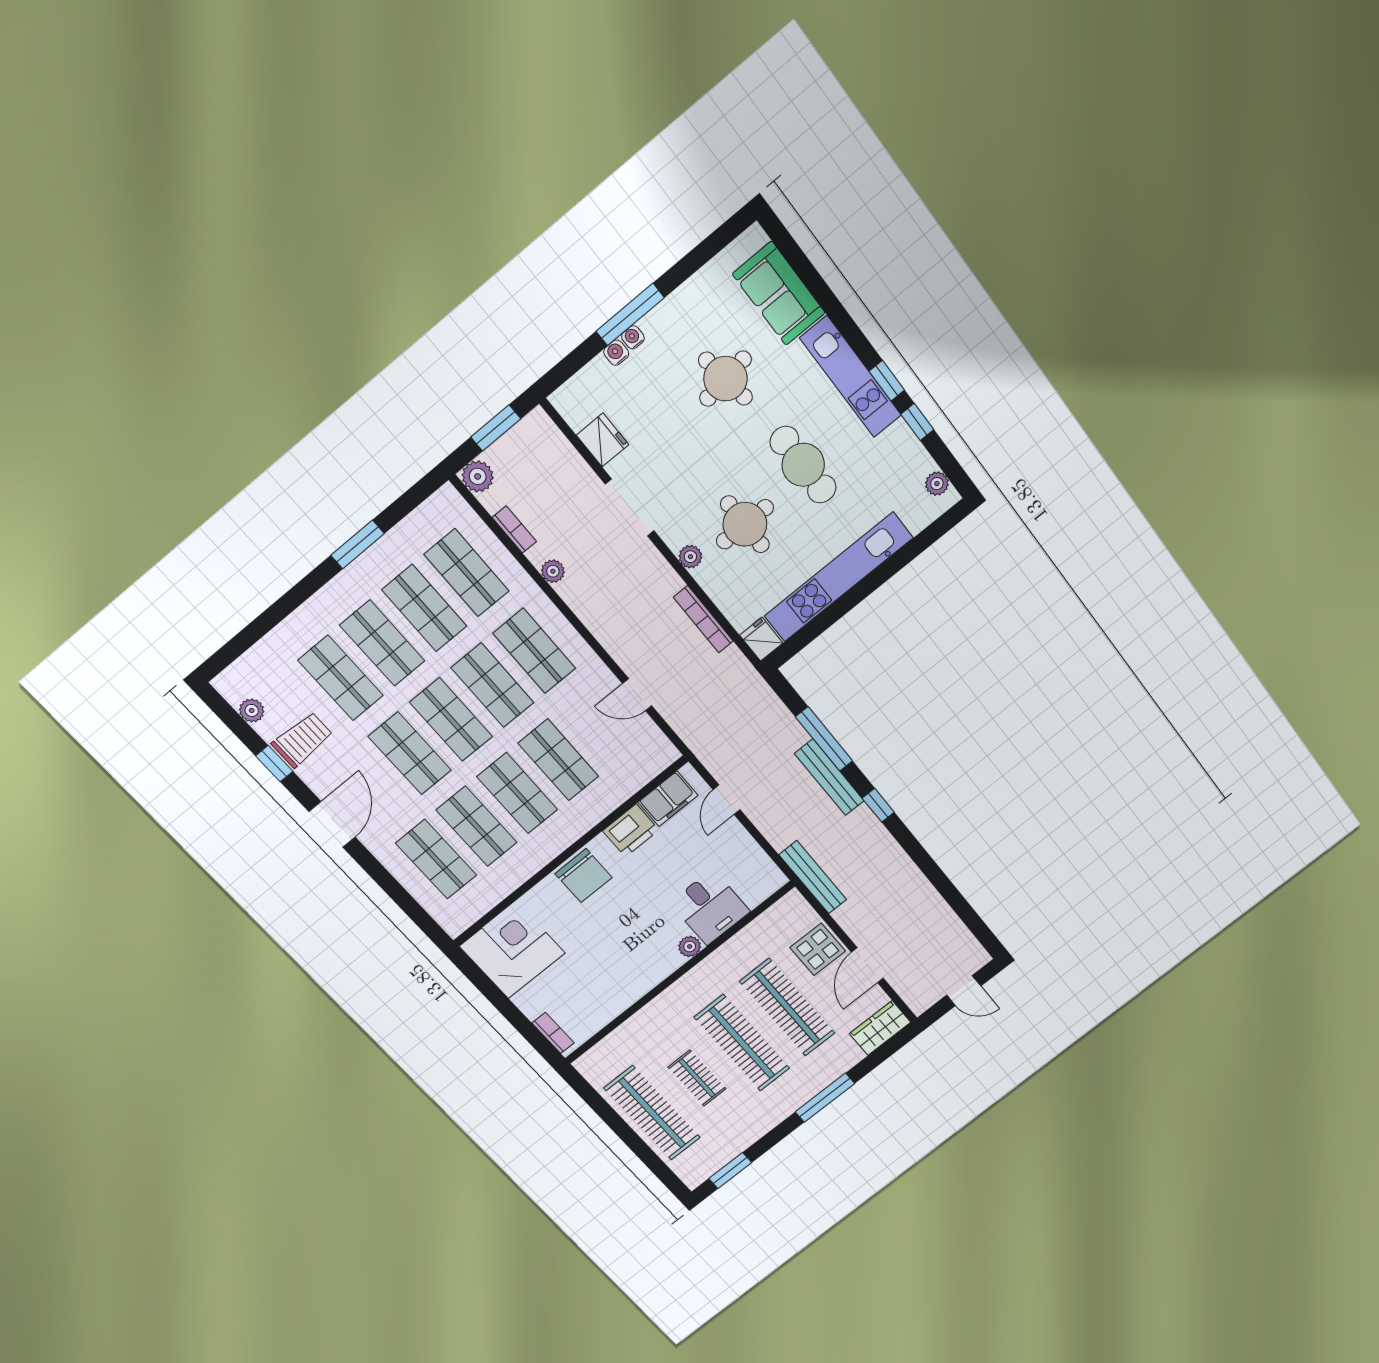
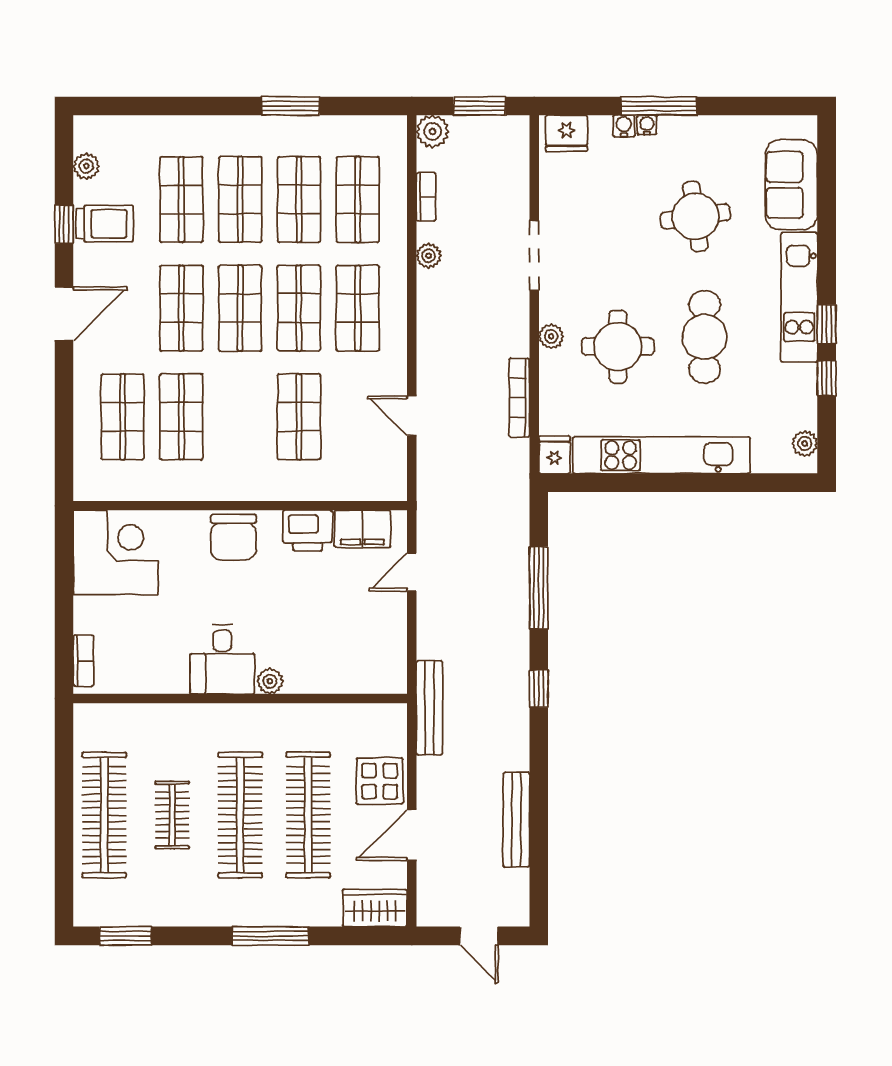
fridge: (603, 440) -> (567, 133), moved, turned 90
bench: (829, 777) -> (516, 820), moved
shop shelf: (517, 793) -> (240, 417), removed
desk: (710, 907) -> (222, 659), moved

